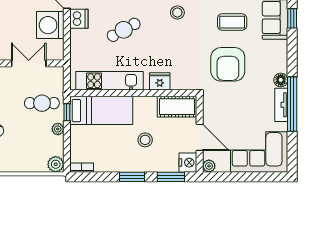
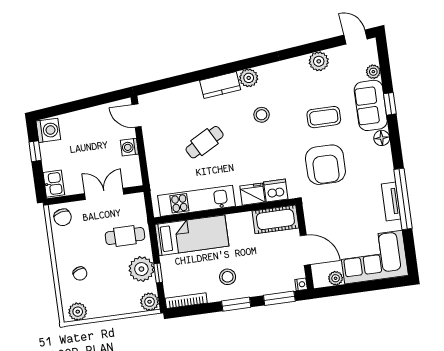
dishwasher: (79, 19) -> (276, 191), moved, turned -90
washing machine: (50, 25) -> (129, 147), width x0.53, depth x0.53
floor lamp: (281, 80) -> (382, 138), moved
window: (67, 112) -> (158, 273), moved
plant: (58, 129) -> (141, 269), width x1.88, depth x1.88
stool: (145, 140) -> (228, 277), moved
nightstand: (188, 163) -> (301, 284), width x0.53, depth x0.56
plant: (209, 166) -> (336, 278), moved
bookcase: (82, 168) -> (186, 301), width x1.56

